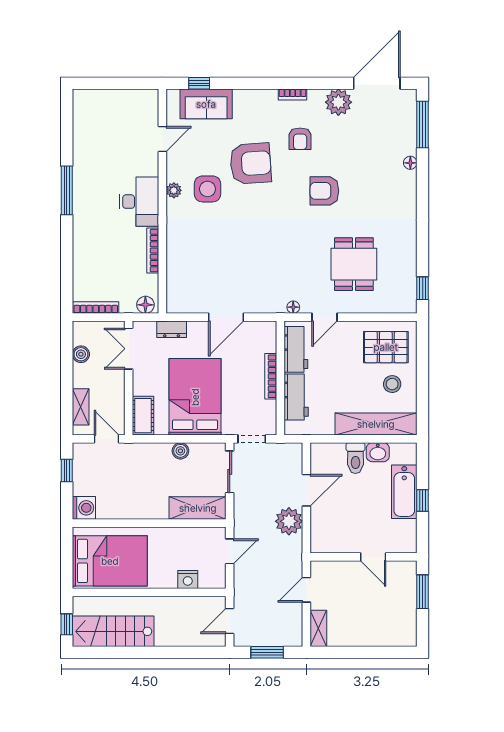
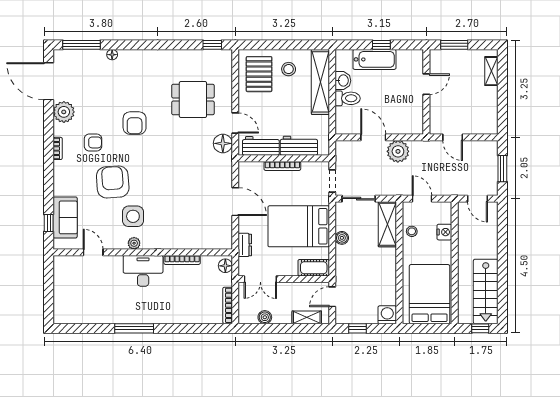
floor lamp: (293, 307) -> (223, 143), width x1.89, depth x1.89
stool: (189, 539) -> (412, 231), added
shelving: (318, 628) -> (491, 71), moved, turned 90

